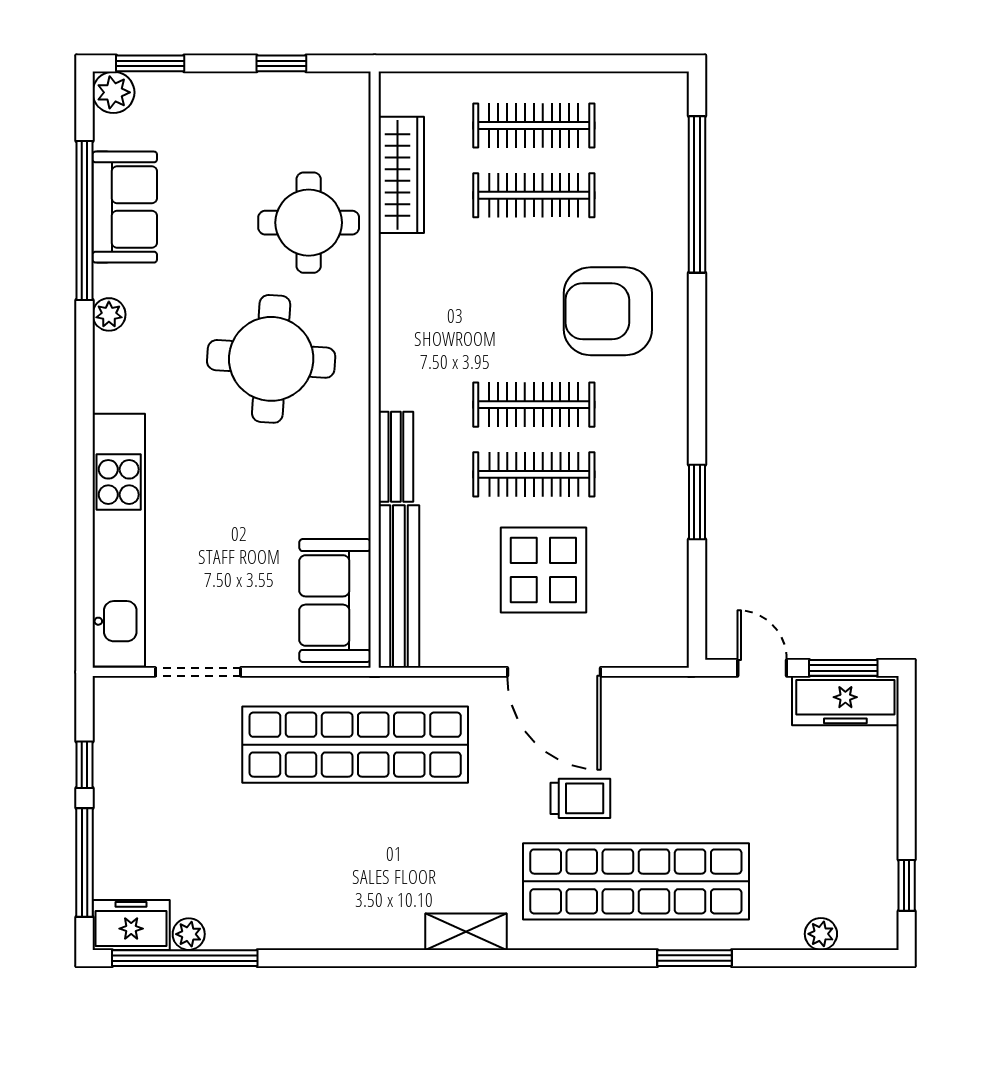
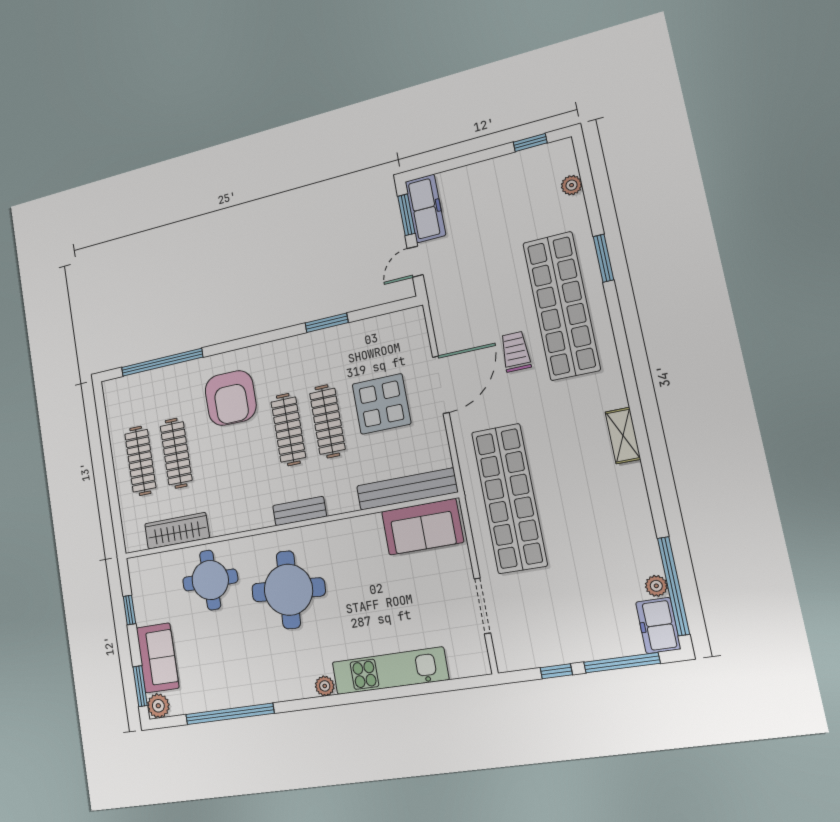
sofa: (125, 207) -> (157, 658), moved, turned 90
plant: (109, 314) -> (325, 686), moved
bench: (396, 457) -> (299, 511), moved
kitchen unit: (119, 540) -> (390, 671), width x0.73
shelving: (466, 932) -> (623, 436), moved

